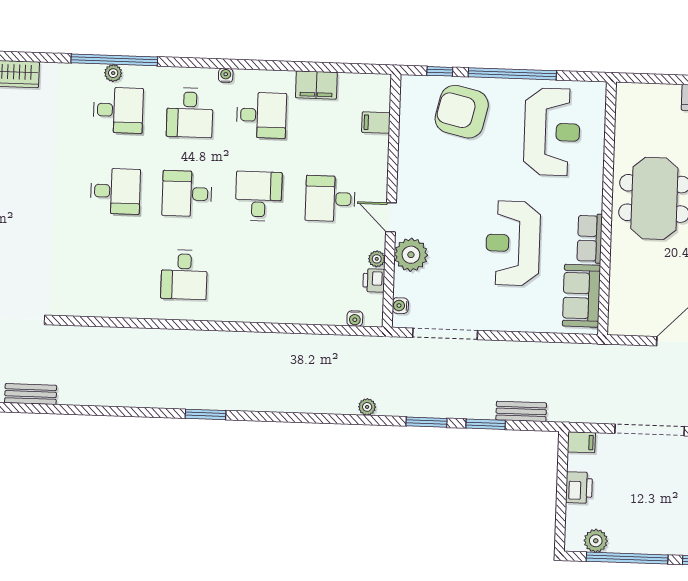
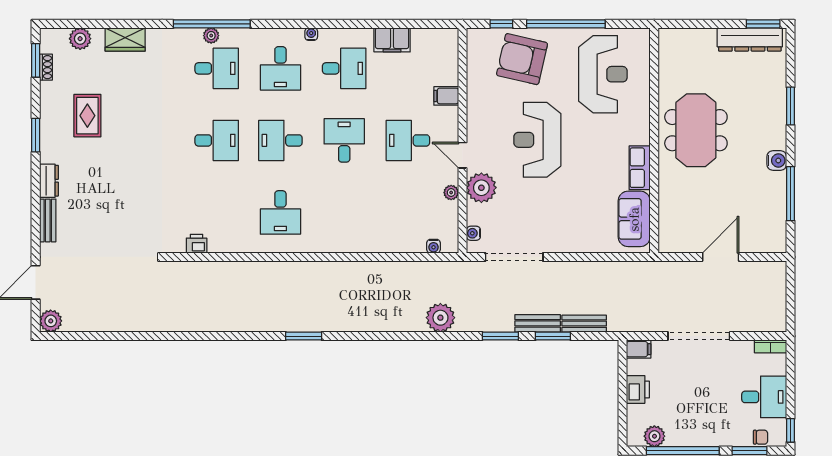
filing cabinet: (376, 123) -> (446, 96), moved
reception desk: (513, 243) -> (537, 140), moved
printer: (374, 280) -> (197, 244), moved, turned 90
bench: (31, 394) -> (538, 323), moved
plant: (367, 407) -> (440, 318), width x1.87, depth x1.87

